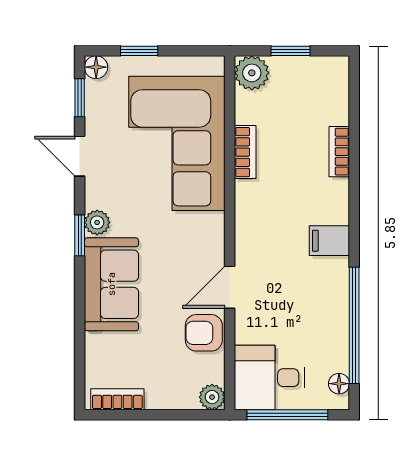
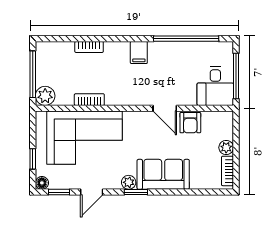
window: (290, 51) -> (33, 74), width x2.17
floor lamp: (339, 384) -> (219, 47), removed
plant: (212, 397) -> (226, 148), moved

